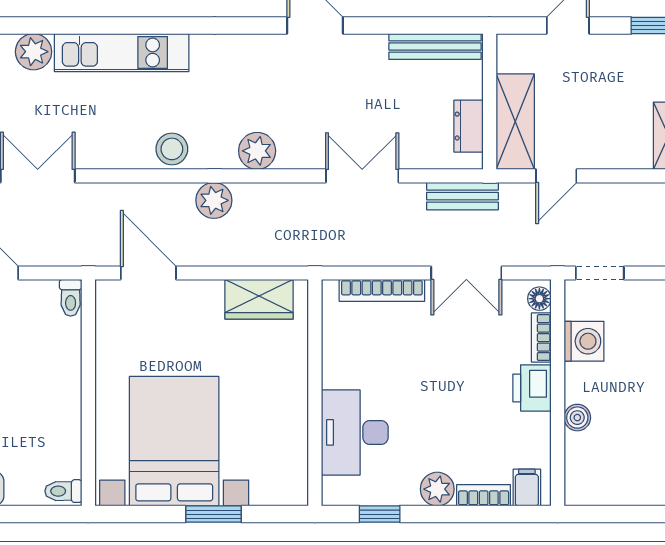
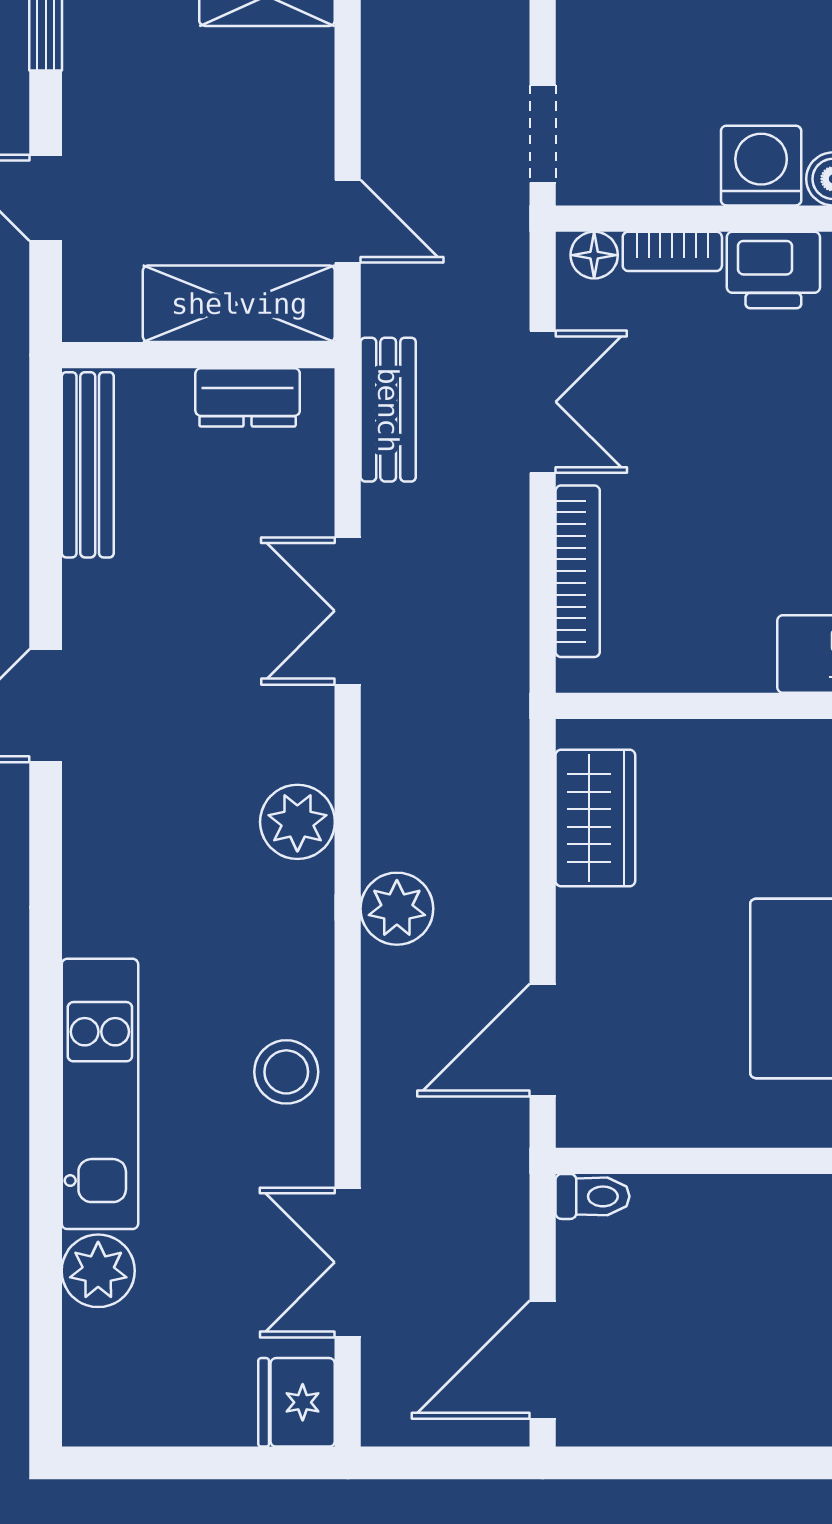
stool: (172, 149) -> (286, 1072), moved
washing machine: (584, 341) -> (761, 166), moved

